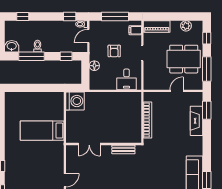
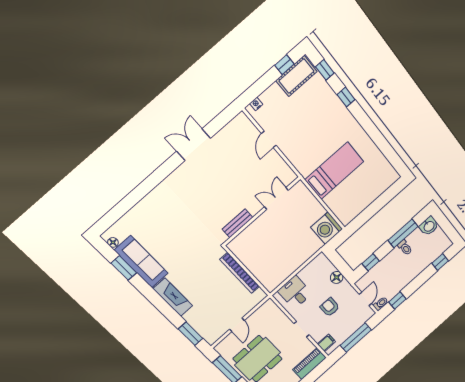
fireplace: (197, 121) -> (173, 297), moved

